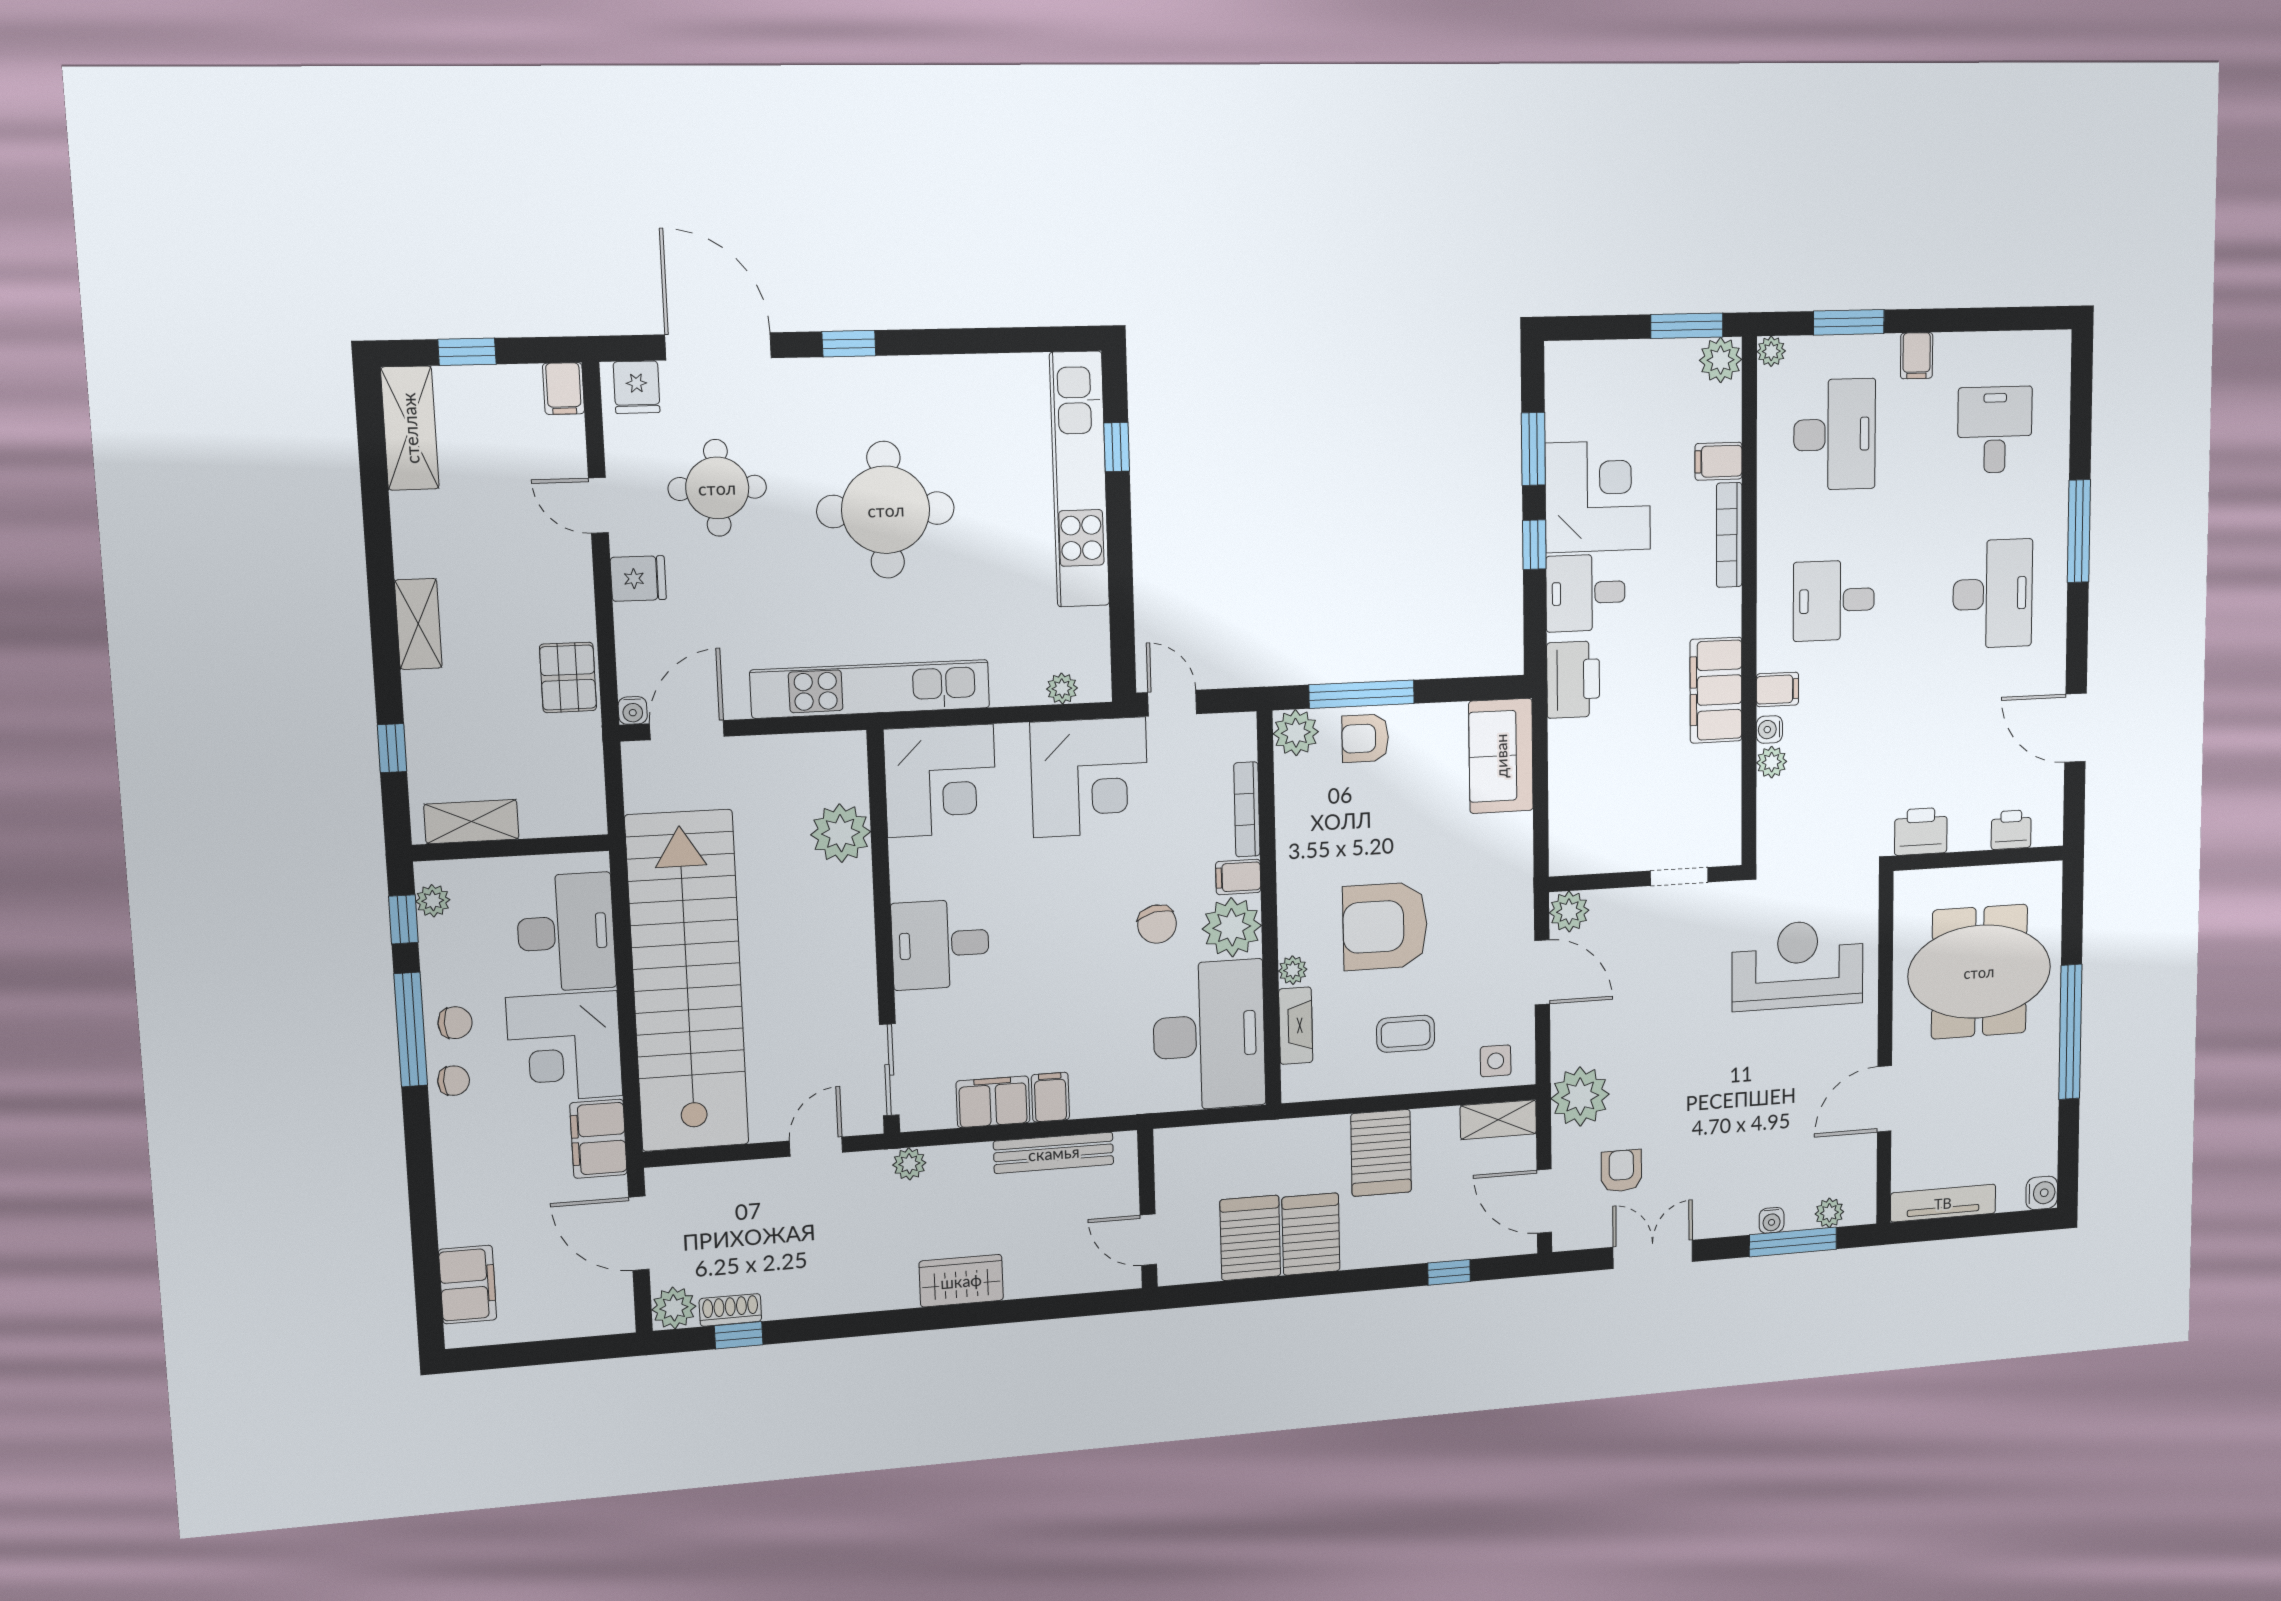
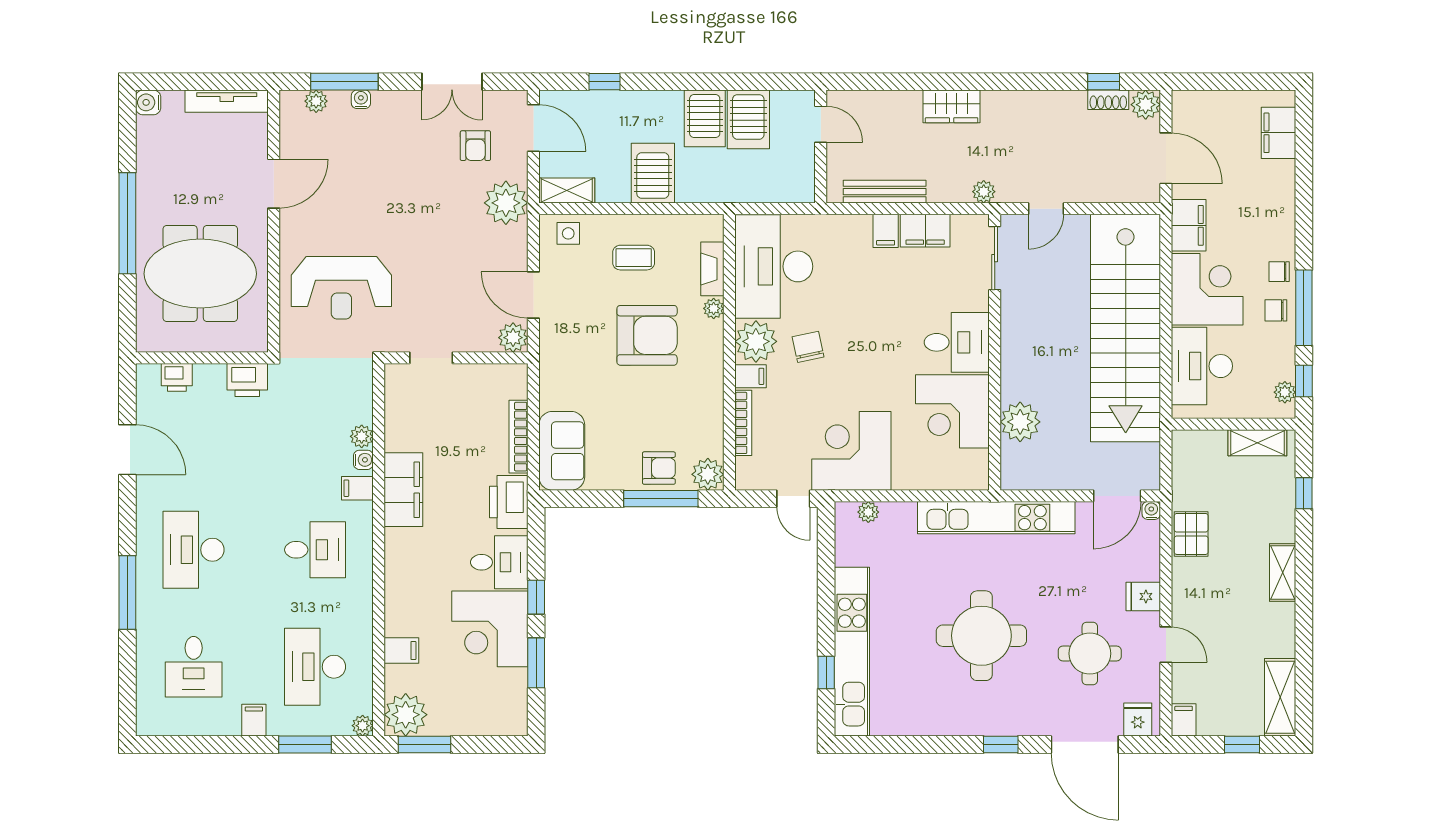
plant: (1721, 360) -> (406, 715), width x1.36, depth x1.36
bookcase: (1729, 535) -> (518, 437), moved, turned 180
corner desk: (940, 781) -> (952, 411), moved, turned -90

